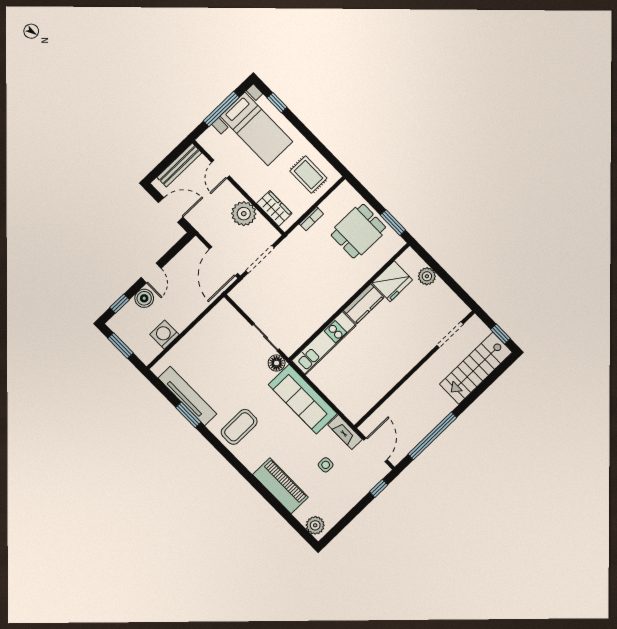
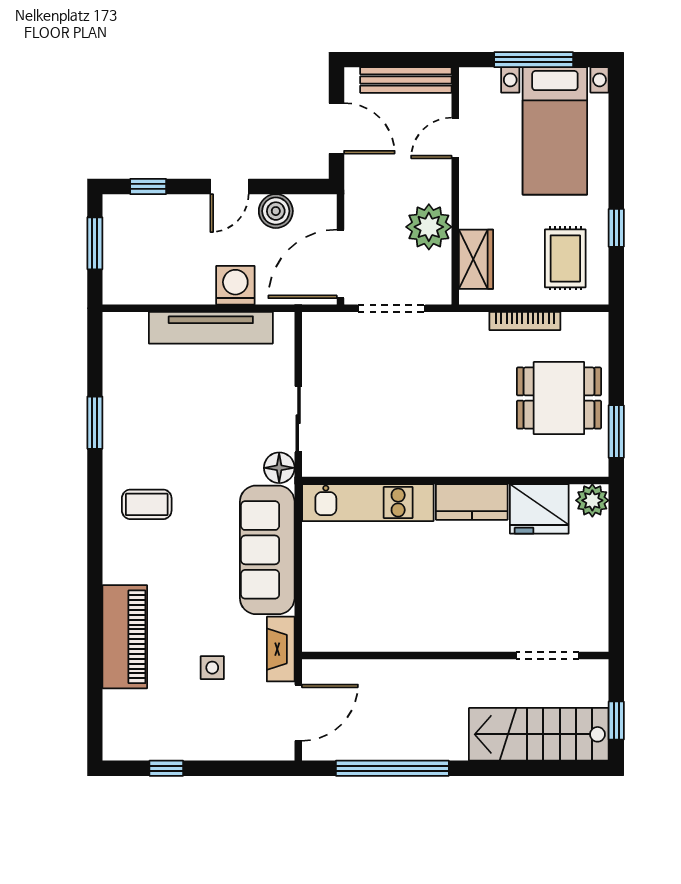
window: (277, 103) -> (616, 228), moved
bookcase: (311, 219) -> (525, 321), width x1.56
plant: (427, 276) -> (592, 500), moved
boiler: (144, 298) -> (276, 211), moved
washing machine: (165, 335) -> (235, 285), moved
tv unit: (187, 396) -> (211, 328), moved, turned 90
coffee table: (239, 427) -> (147, 504), width x0.73, depth x0.77
window: (379, 488) -> (166, 768), moved
plant: (315, 525) -> (120, 735), removed

